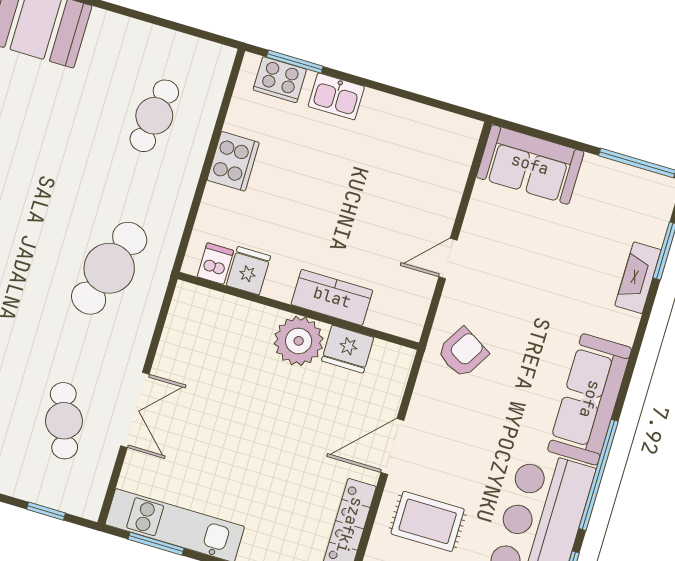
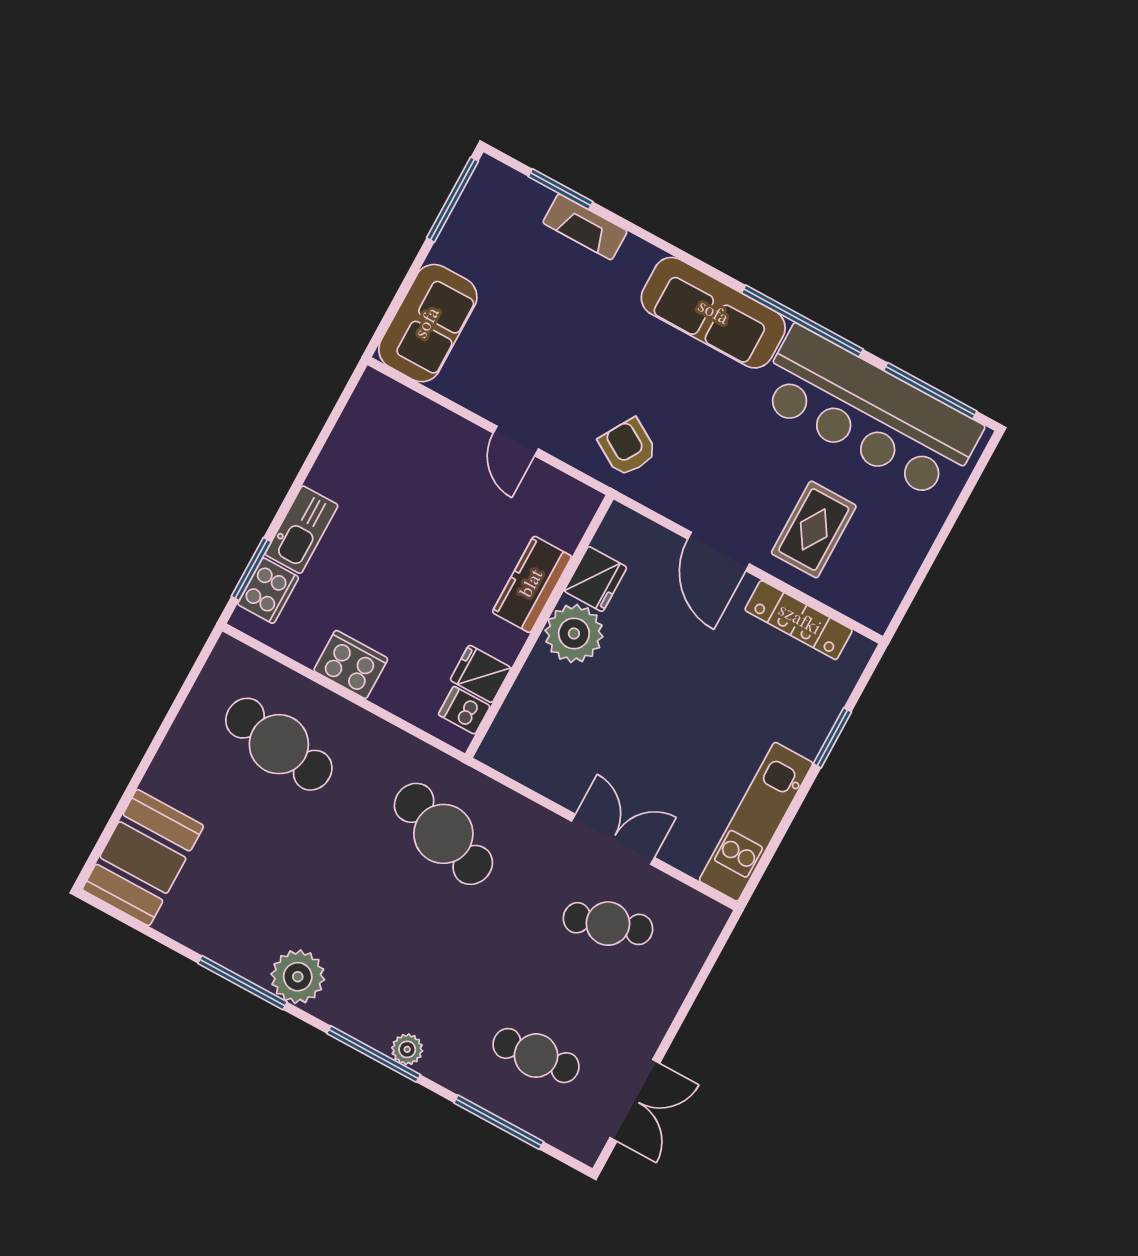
kitchen sink: (336, 96) -> (302, 530), width x1.38
cafe table: (154, 116) -> (279, 744), width x1.37, depth x1.35
window: (46, 511) -> (708, 967), removed
window: (156, 544) -> (772, 848), removed

